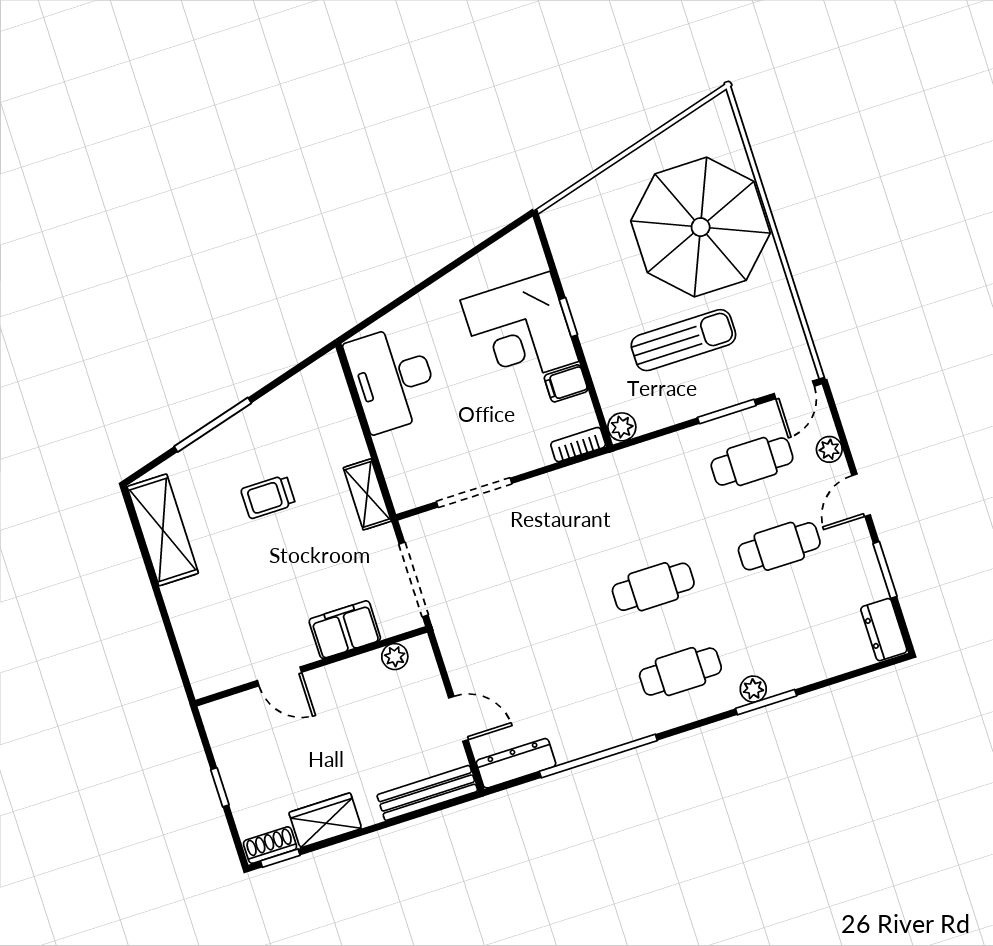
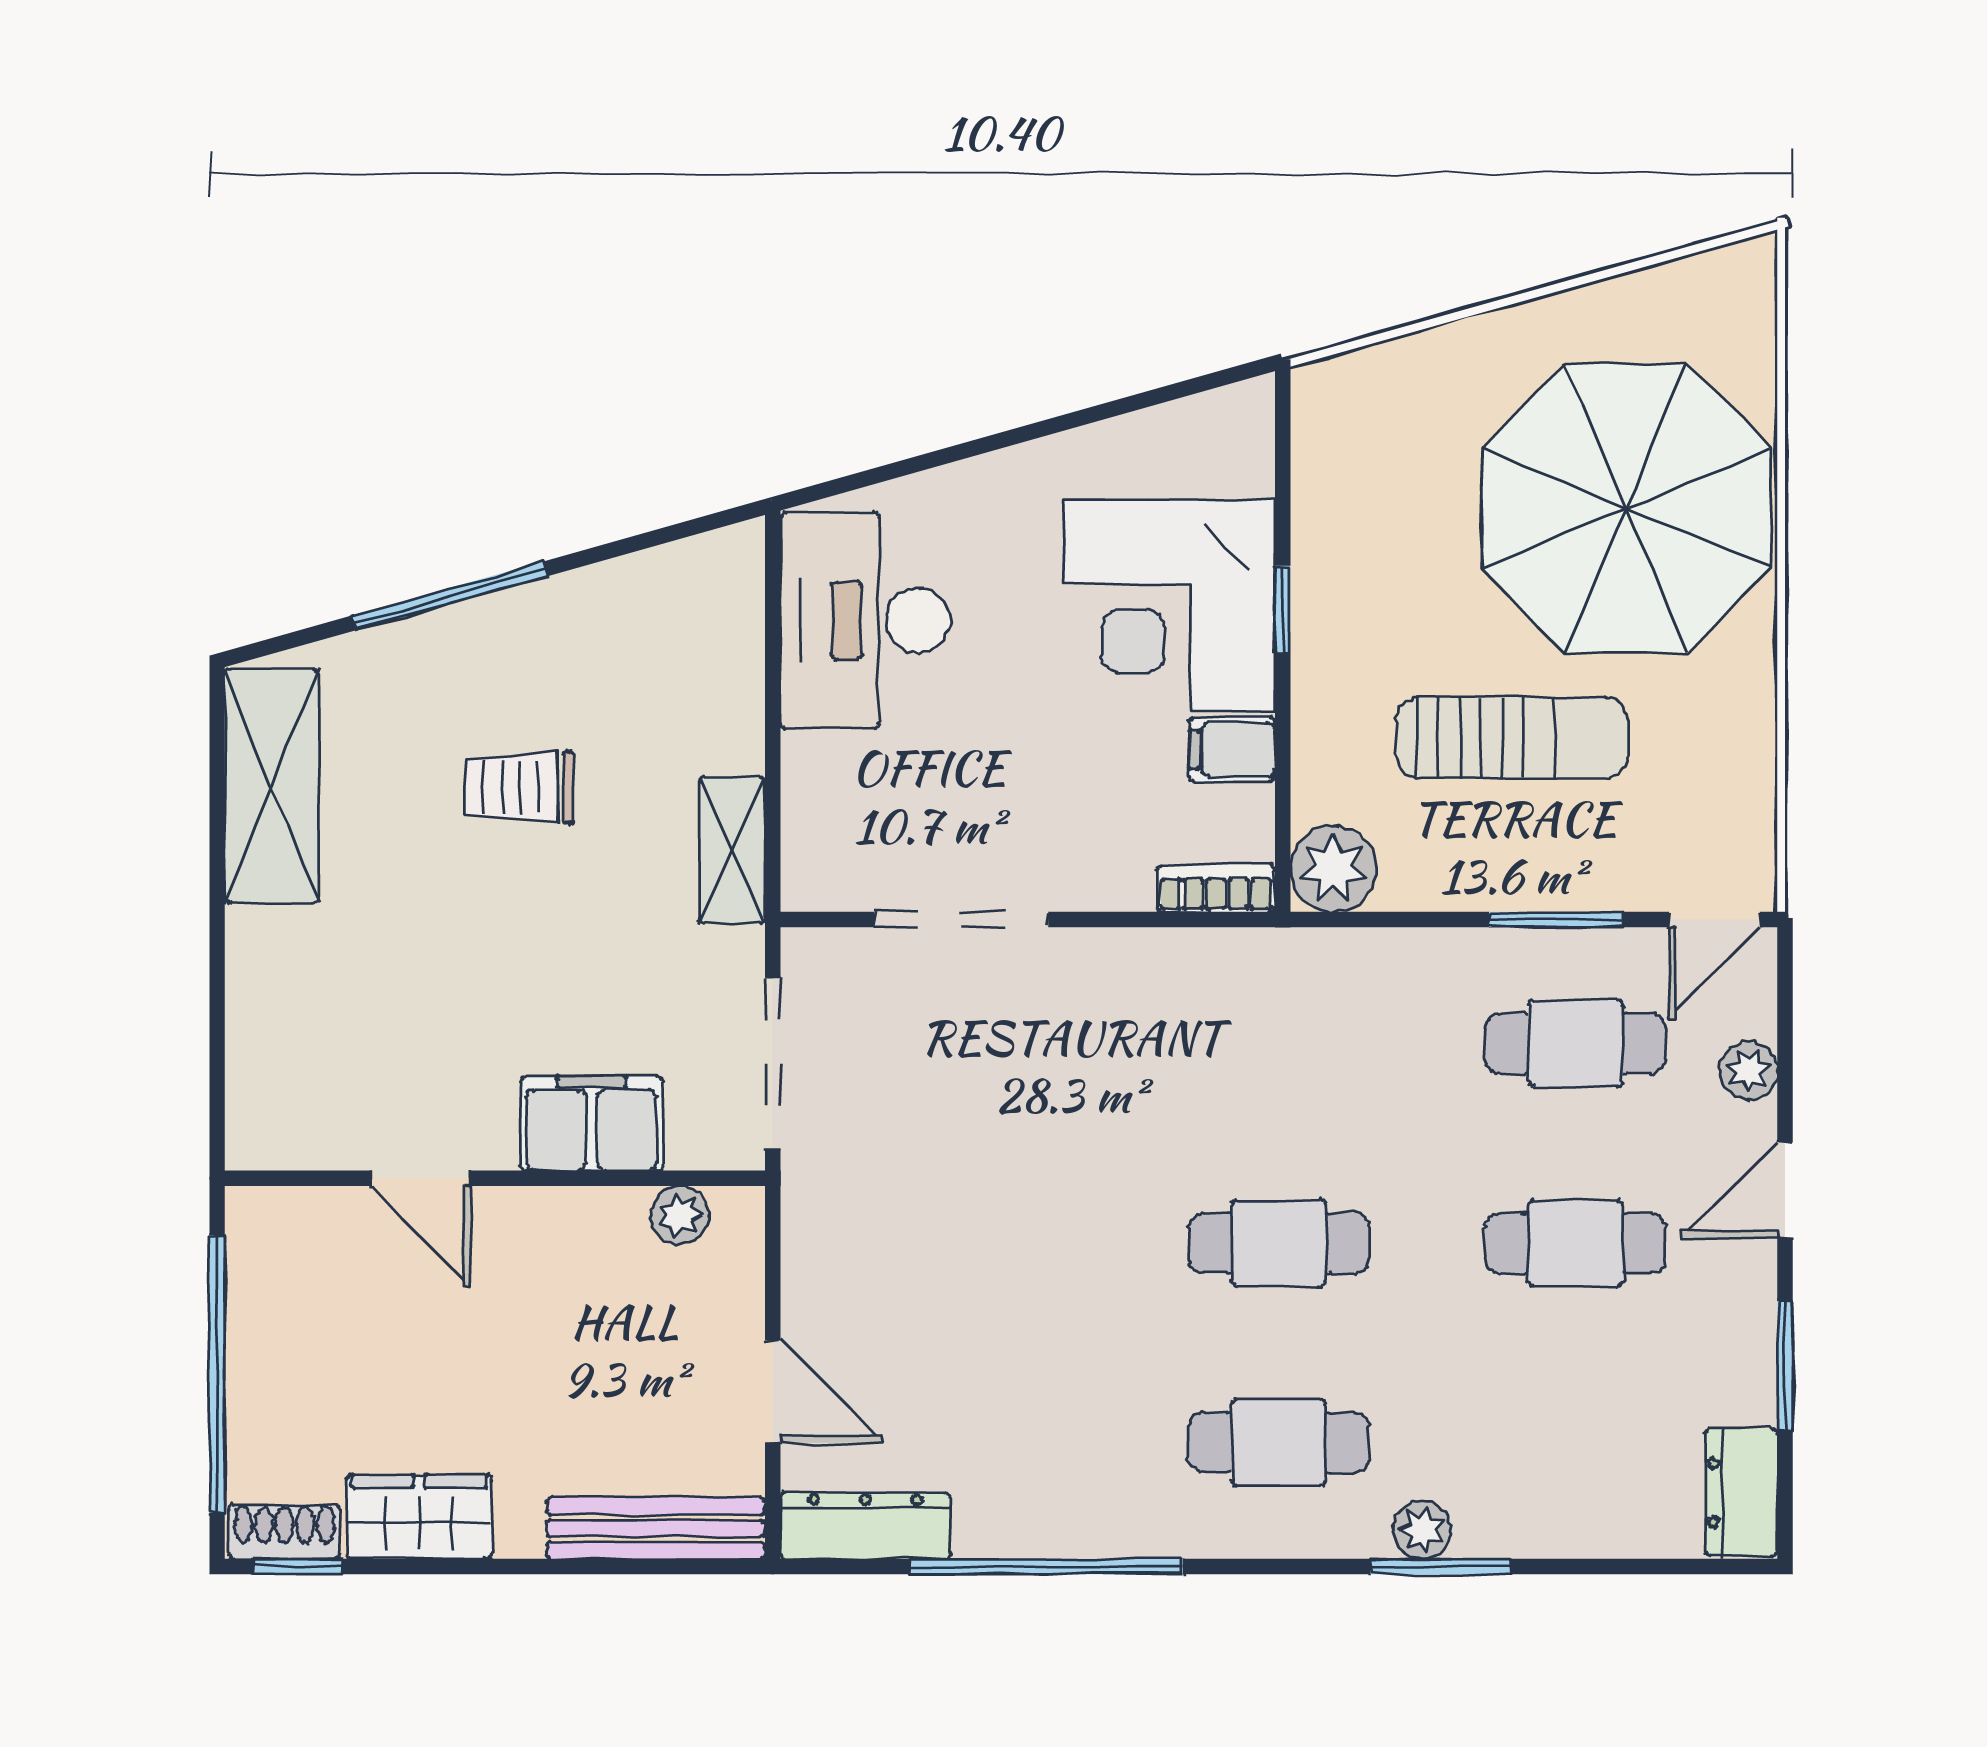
plant: (622, 427) -> (1333, 869), width x1.38, depth x1.38
window: (220, 787) -> (217, 1374), width x3.17

